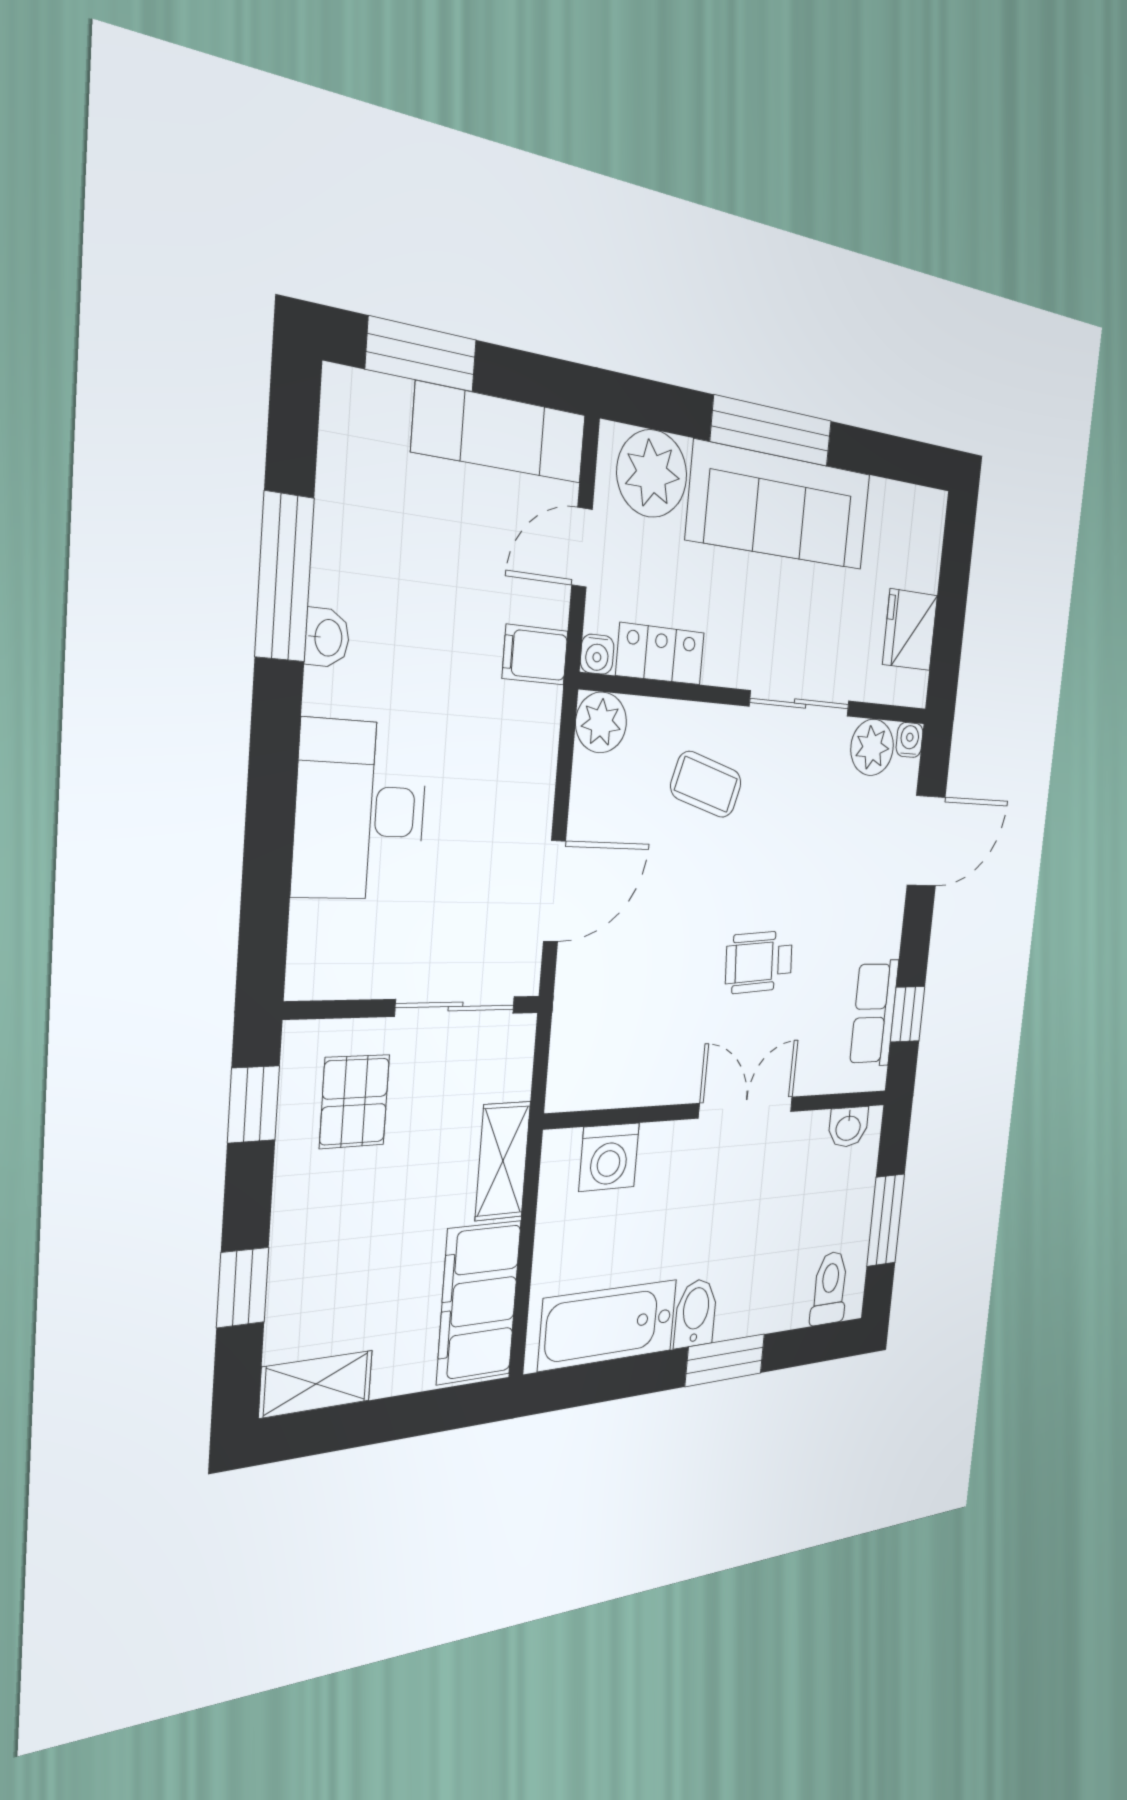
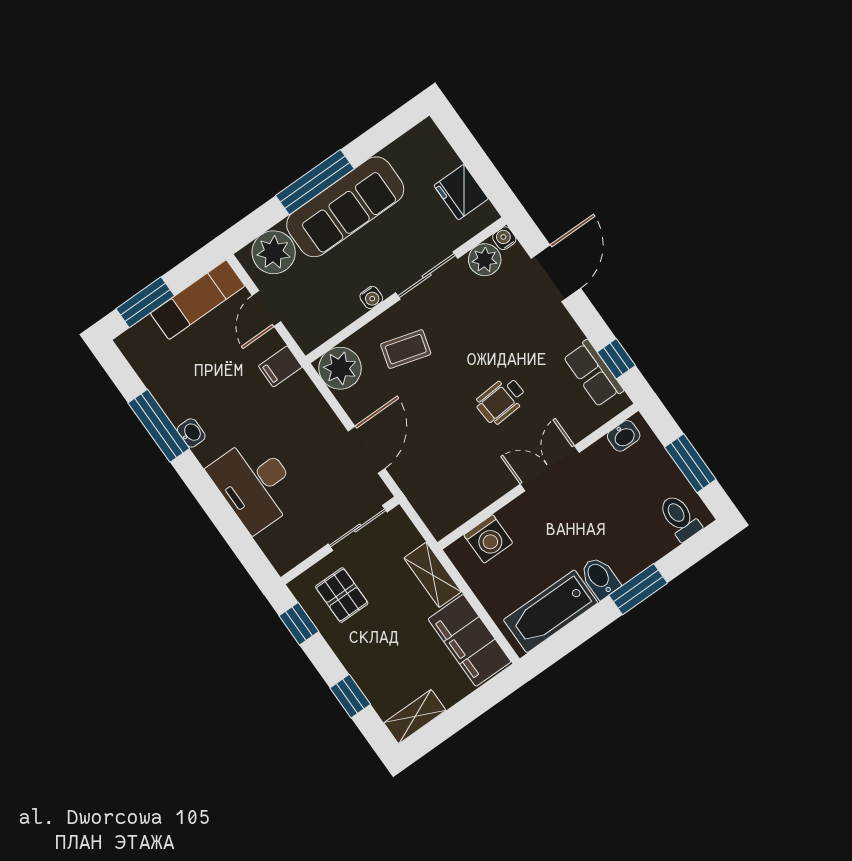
water cooler: (597, 654) -> (371, 297), moved
locker: (660, 654) -> (337, 317), removed
plant: (601, 722) -> (340, 368), width x1.36, depth x1.36

